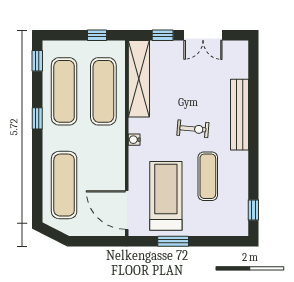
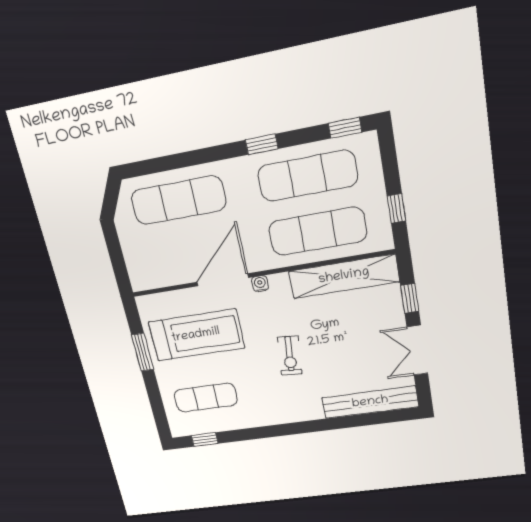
bench: (240, 115) -> (370, 402), moved
exercise mat: (208, 176) -> (206, 398), moved
door: (127, 210) -> (223, 280), moved

